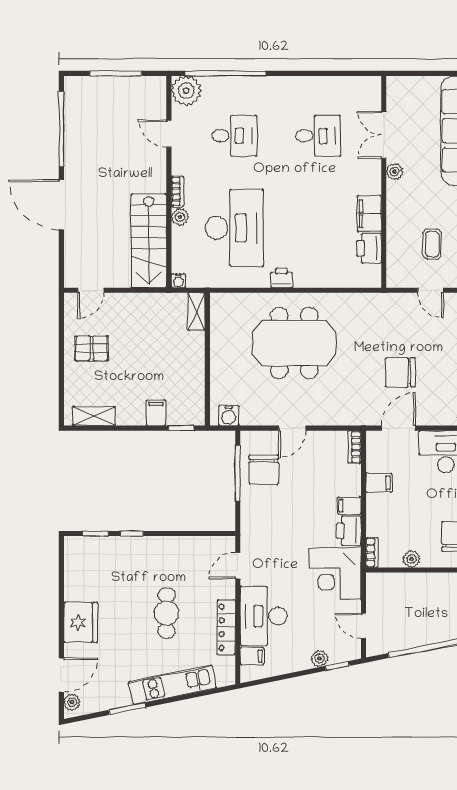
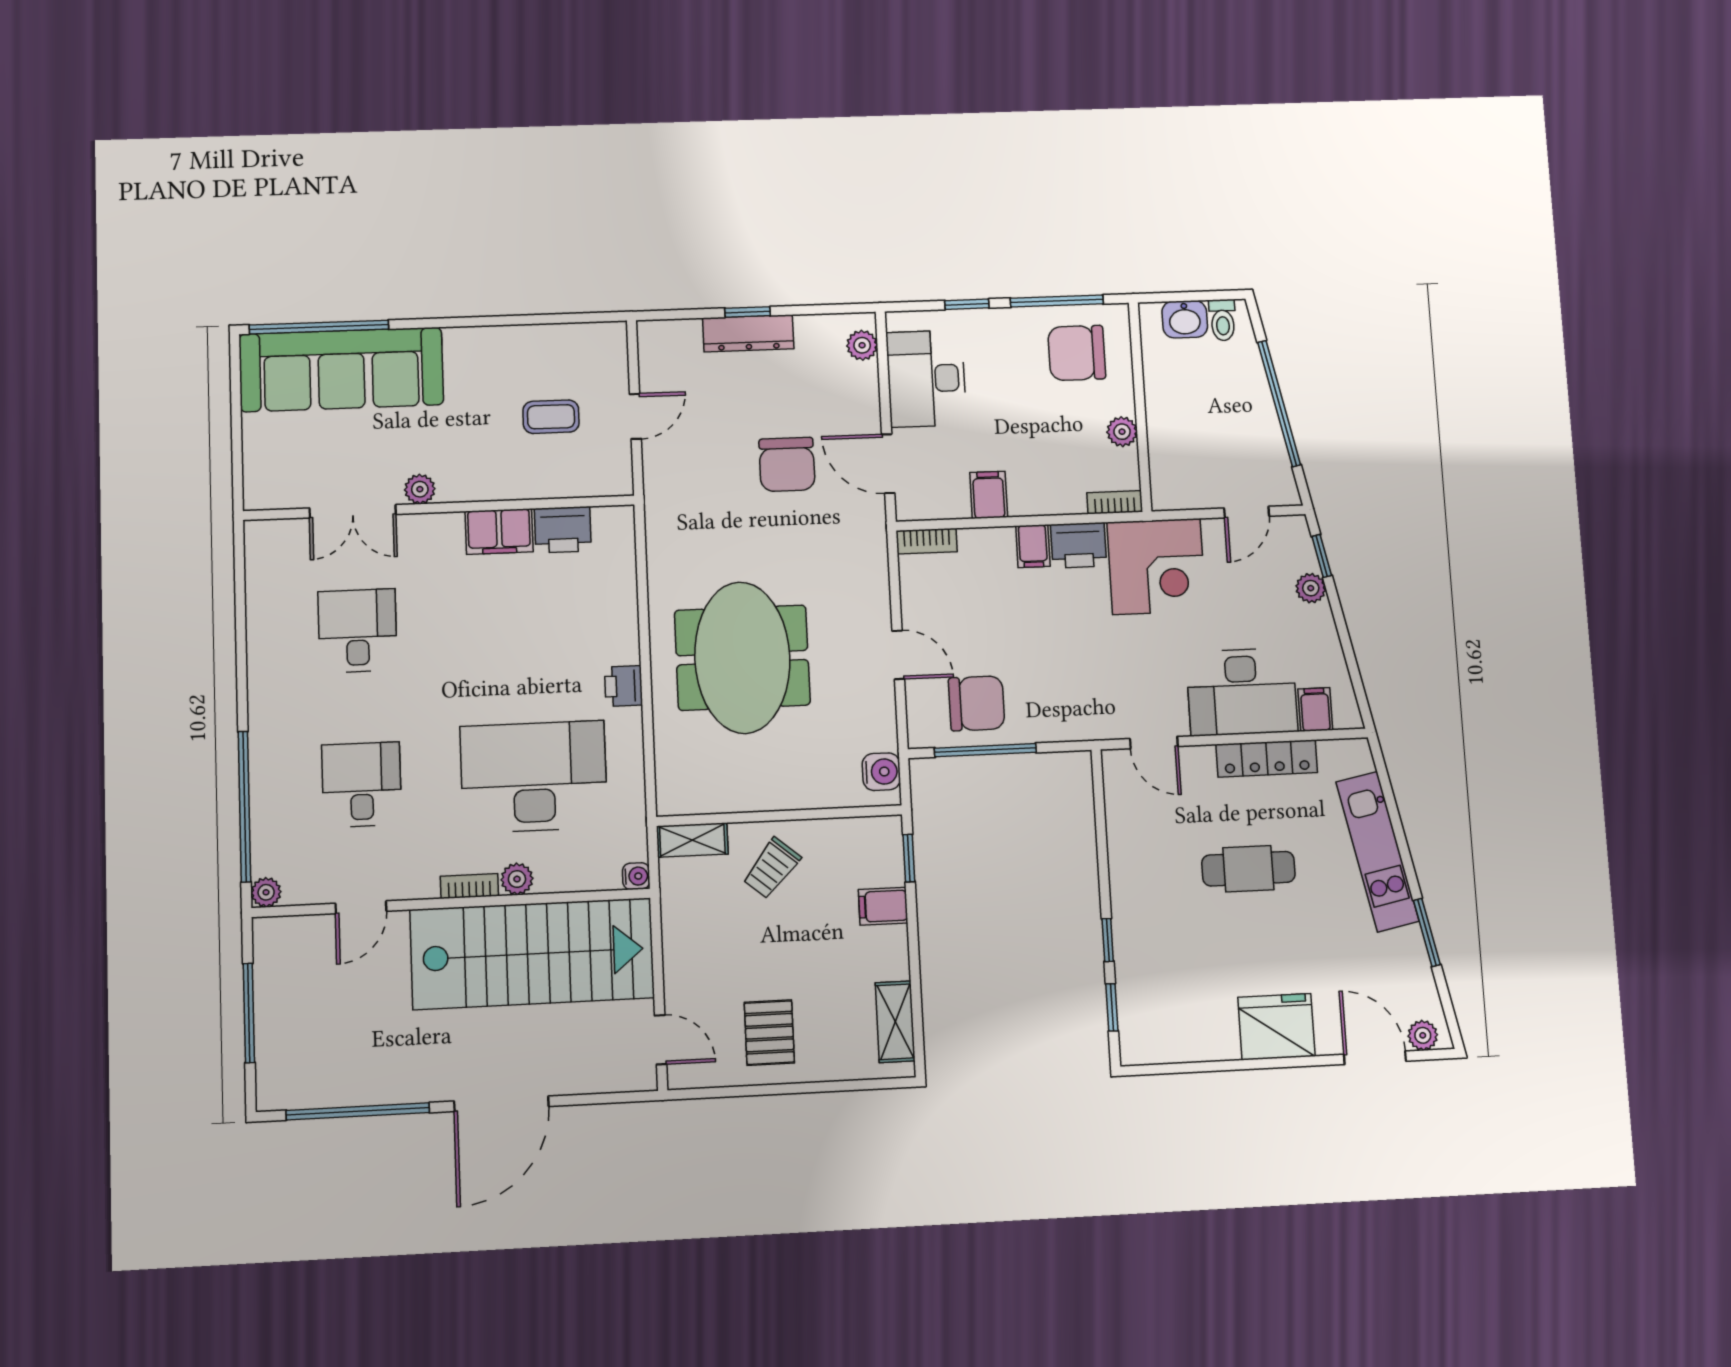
plant: (186, 91) -> (266, 892), width x0.53, depth x0.53
stairs: (149, 241) -> (532, 954), width x1.36, depth x1.51
trolley: (179, 354) -> (772, 868), added

